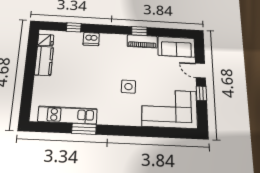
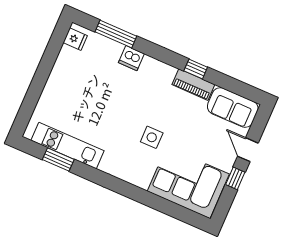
window: (74, 27) -> (116, 34), width x2.17
kitchen counter: (44, 61) -> (64, 67), removed
window: (84, 129) -> (58, 160), moved

